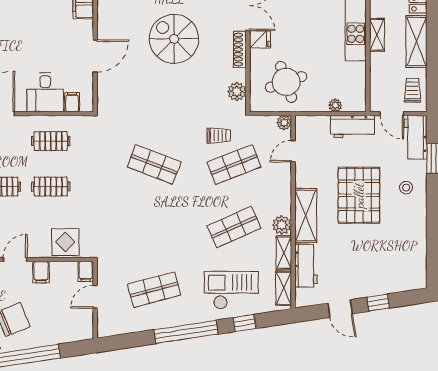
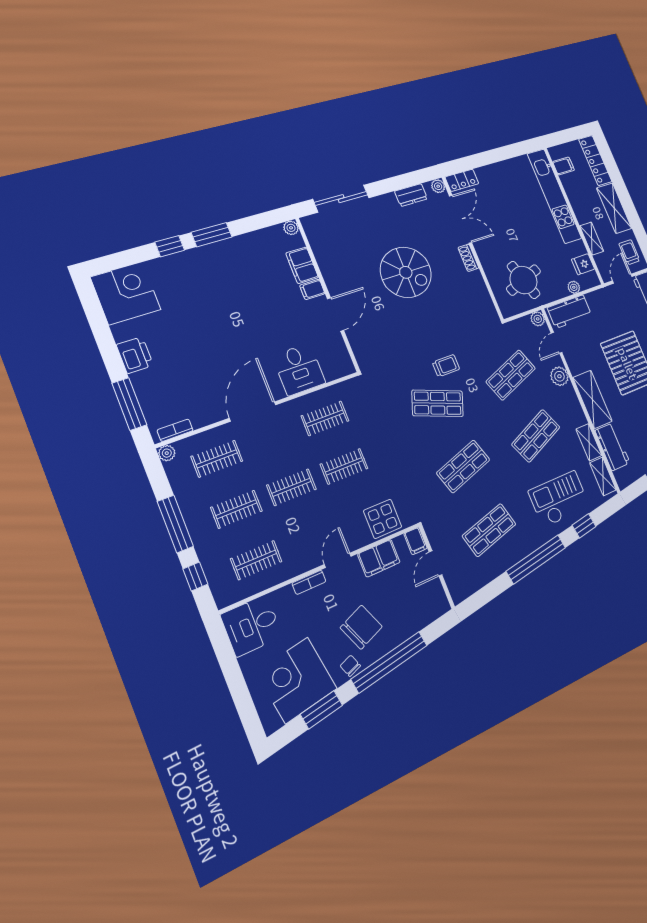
shelving: (377, 35) -> (592, 239), moved
spiral stairs: (174, 39) -> (406, 272), turned 180
fridge: (260, 39) -> (583, 264), moved, turned 180
shoe rack: (240, 49) -> (468, 258), width x0.70
plant: (237, 92) -> (484, 304), removed
filing cabinet: (72, 102) -> (312, 289), moved, turned -90
door: (392, 114) -> (622, 279), swing flipped
workbench: (352, 127) -> (570, 312), moved
trolley: (219, 136) -> (446, 366), moved
plant: (282, 225) -> (559, 376), moved
shop shelf: (154, 227) -> (463, 466), added
filing cabinet: (41, 272) -> (379, 558), width x2.00

